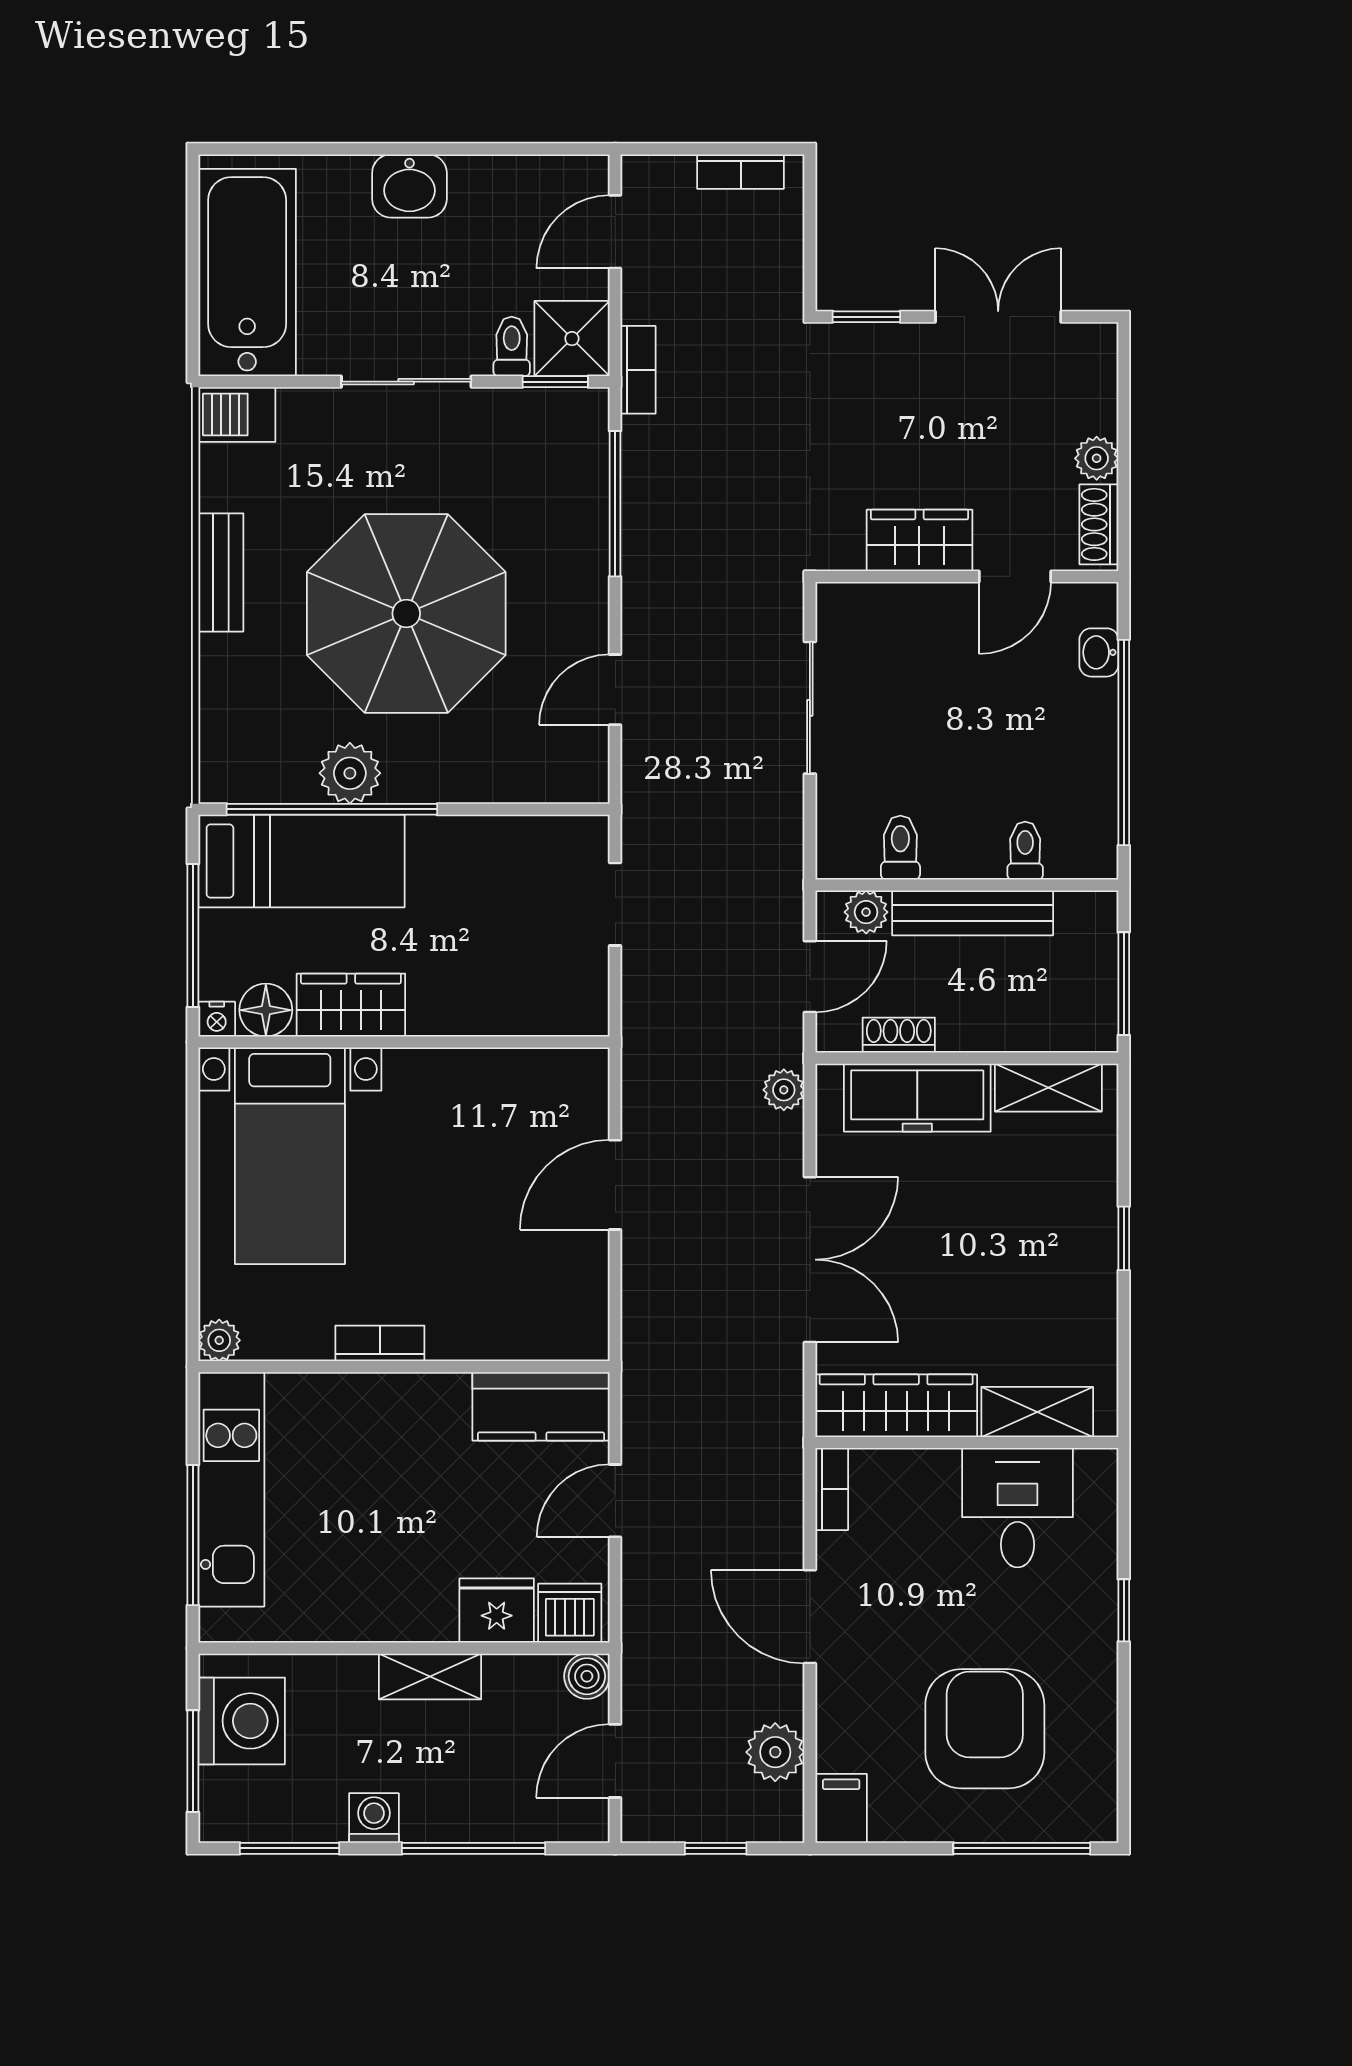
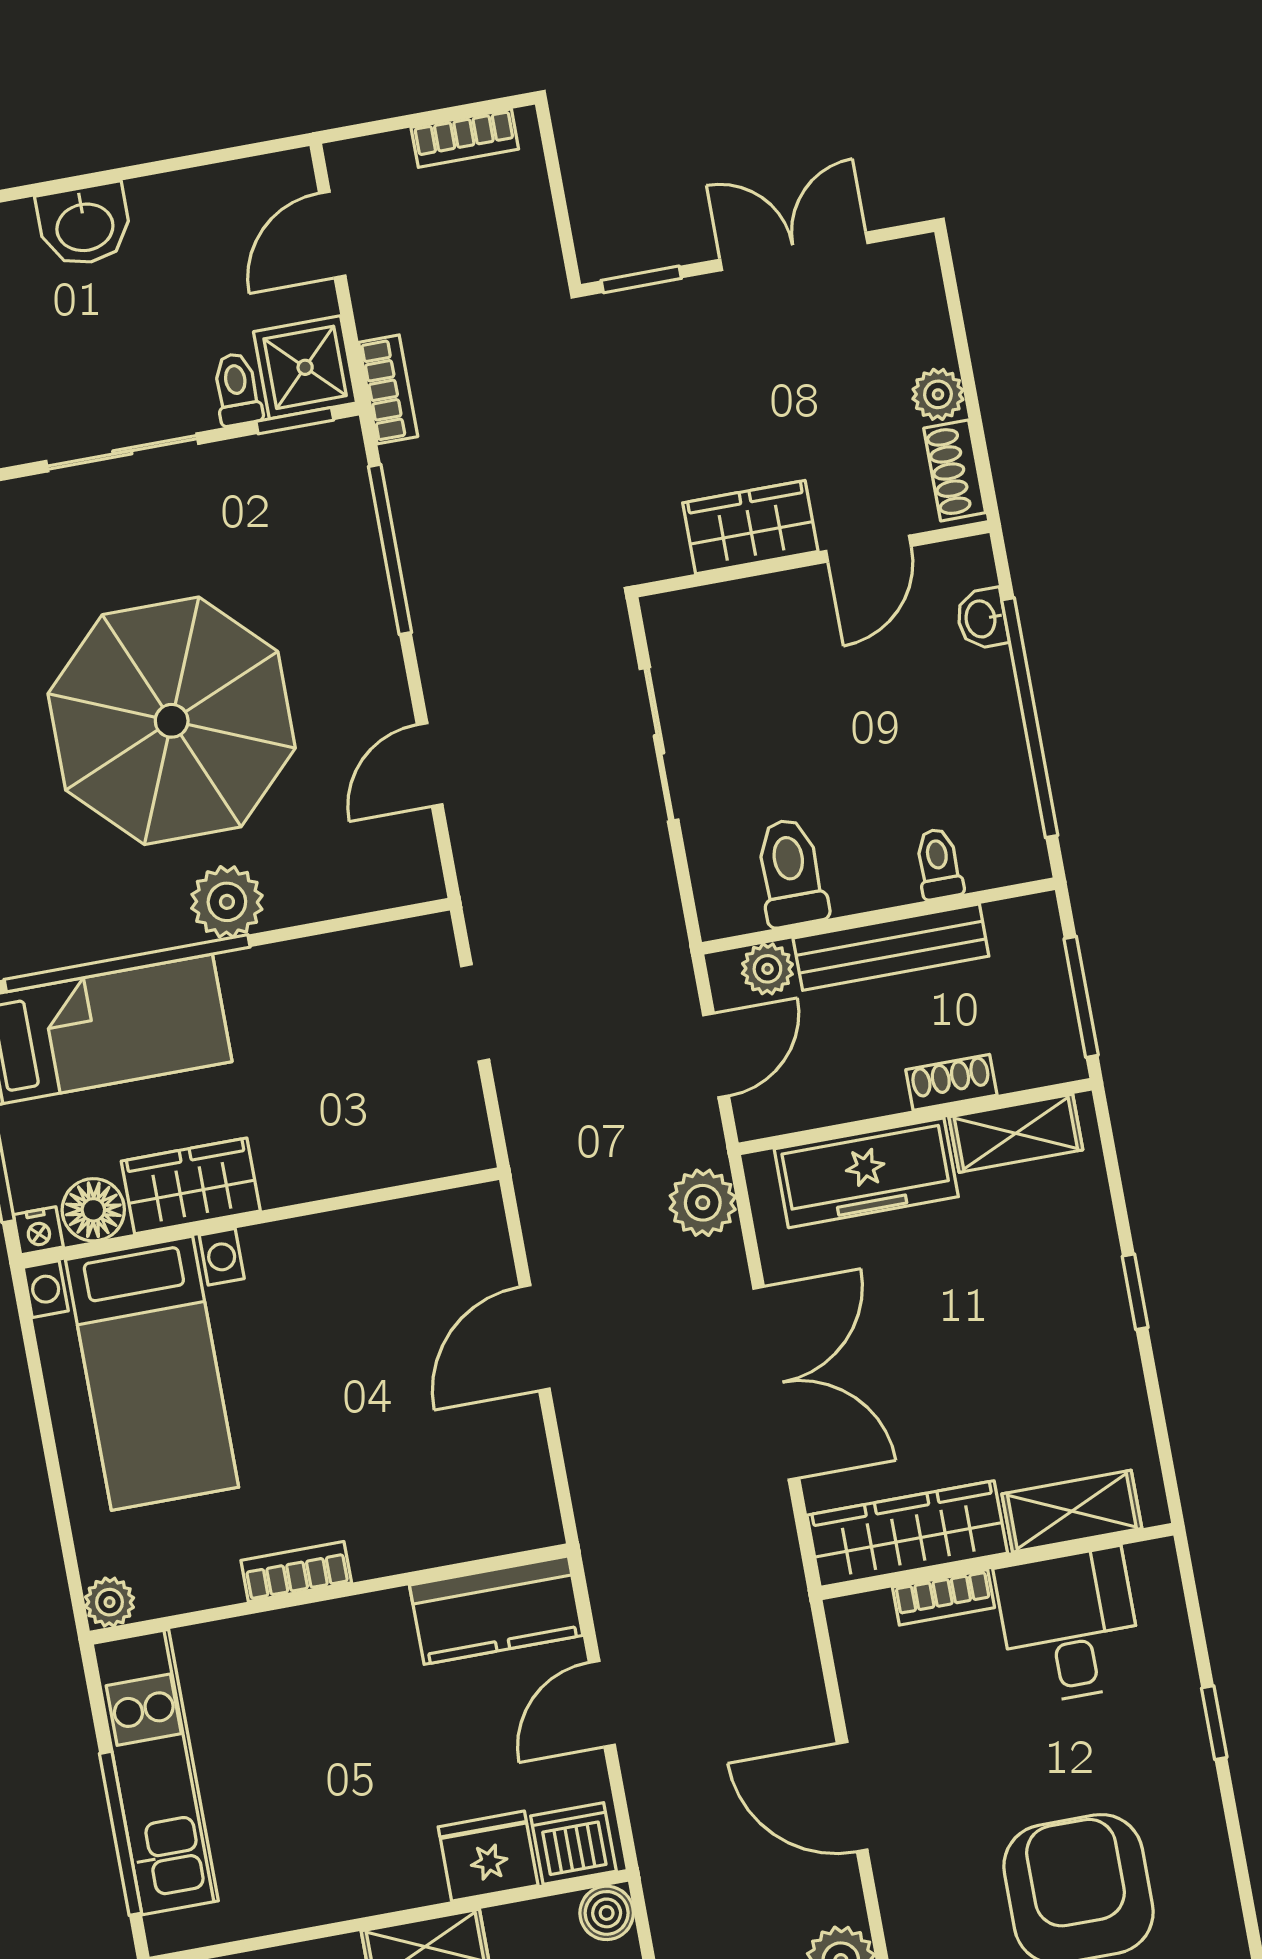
plant: (350, 773) -> (227, 902), moved
toilet: (900, 848) -> (791, 873), width x1.37, depth x1.39
shoe rack: (899, 1035) -> (951, 1082), moved
plant: (784, 1090) -> (703, 1203), width x1.38, depth x1.38
bookcase: (832, 1489) -> (943, 1597), moved, turned 90

